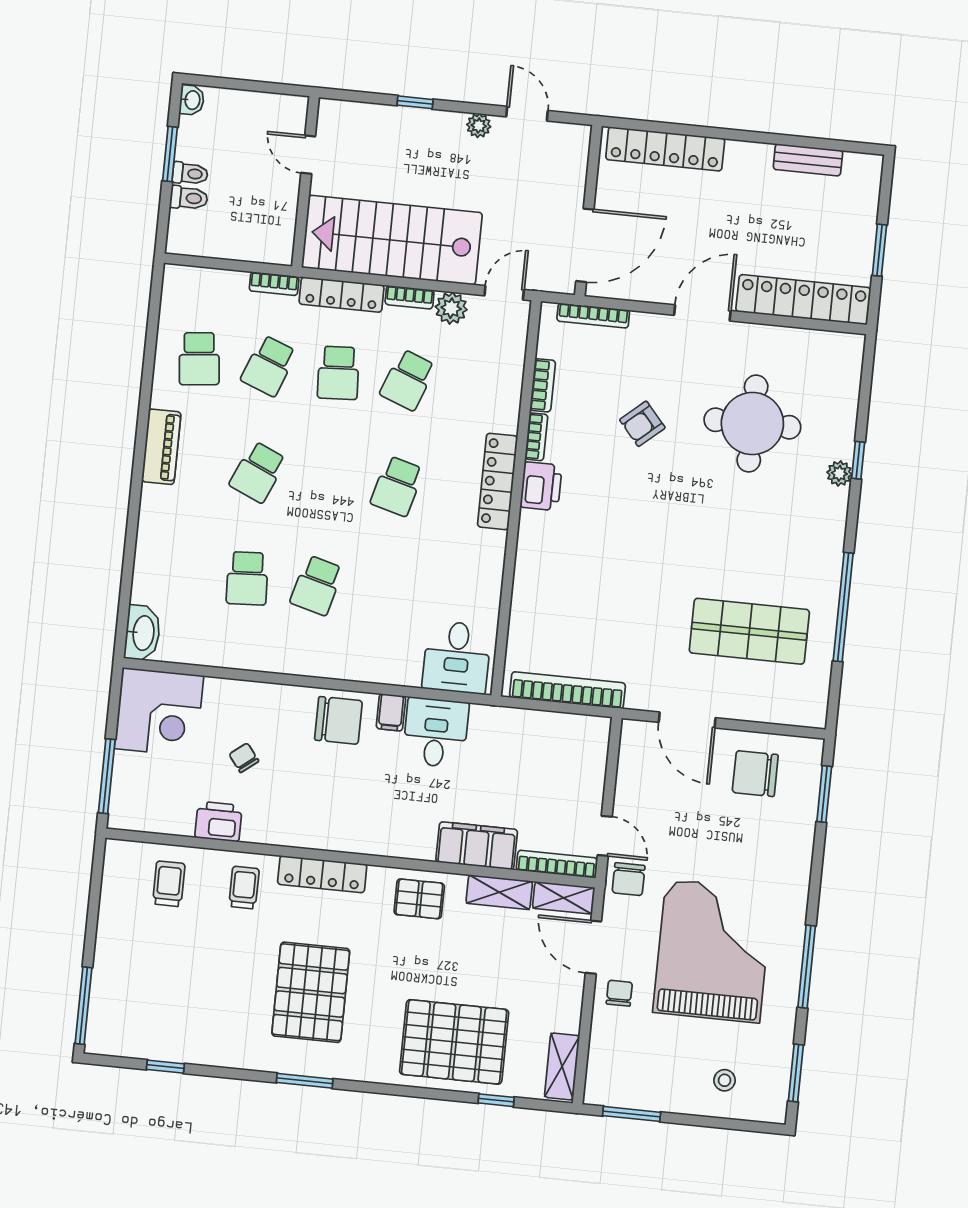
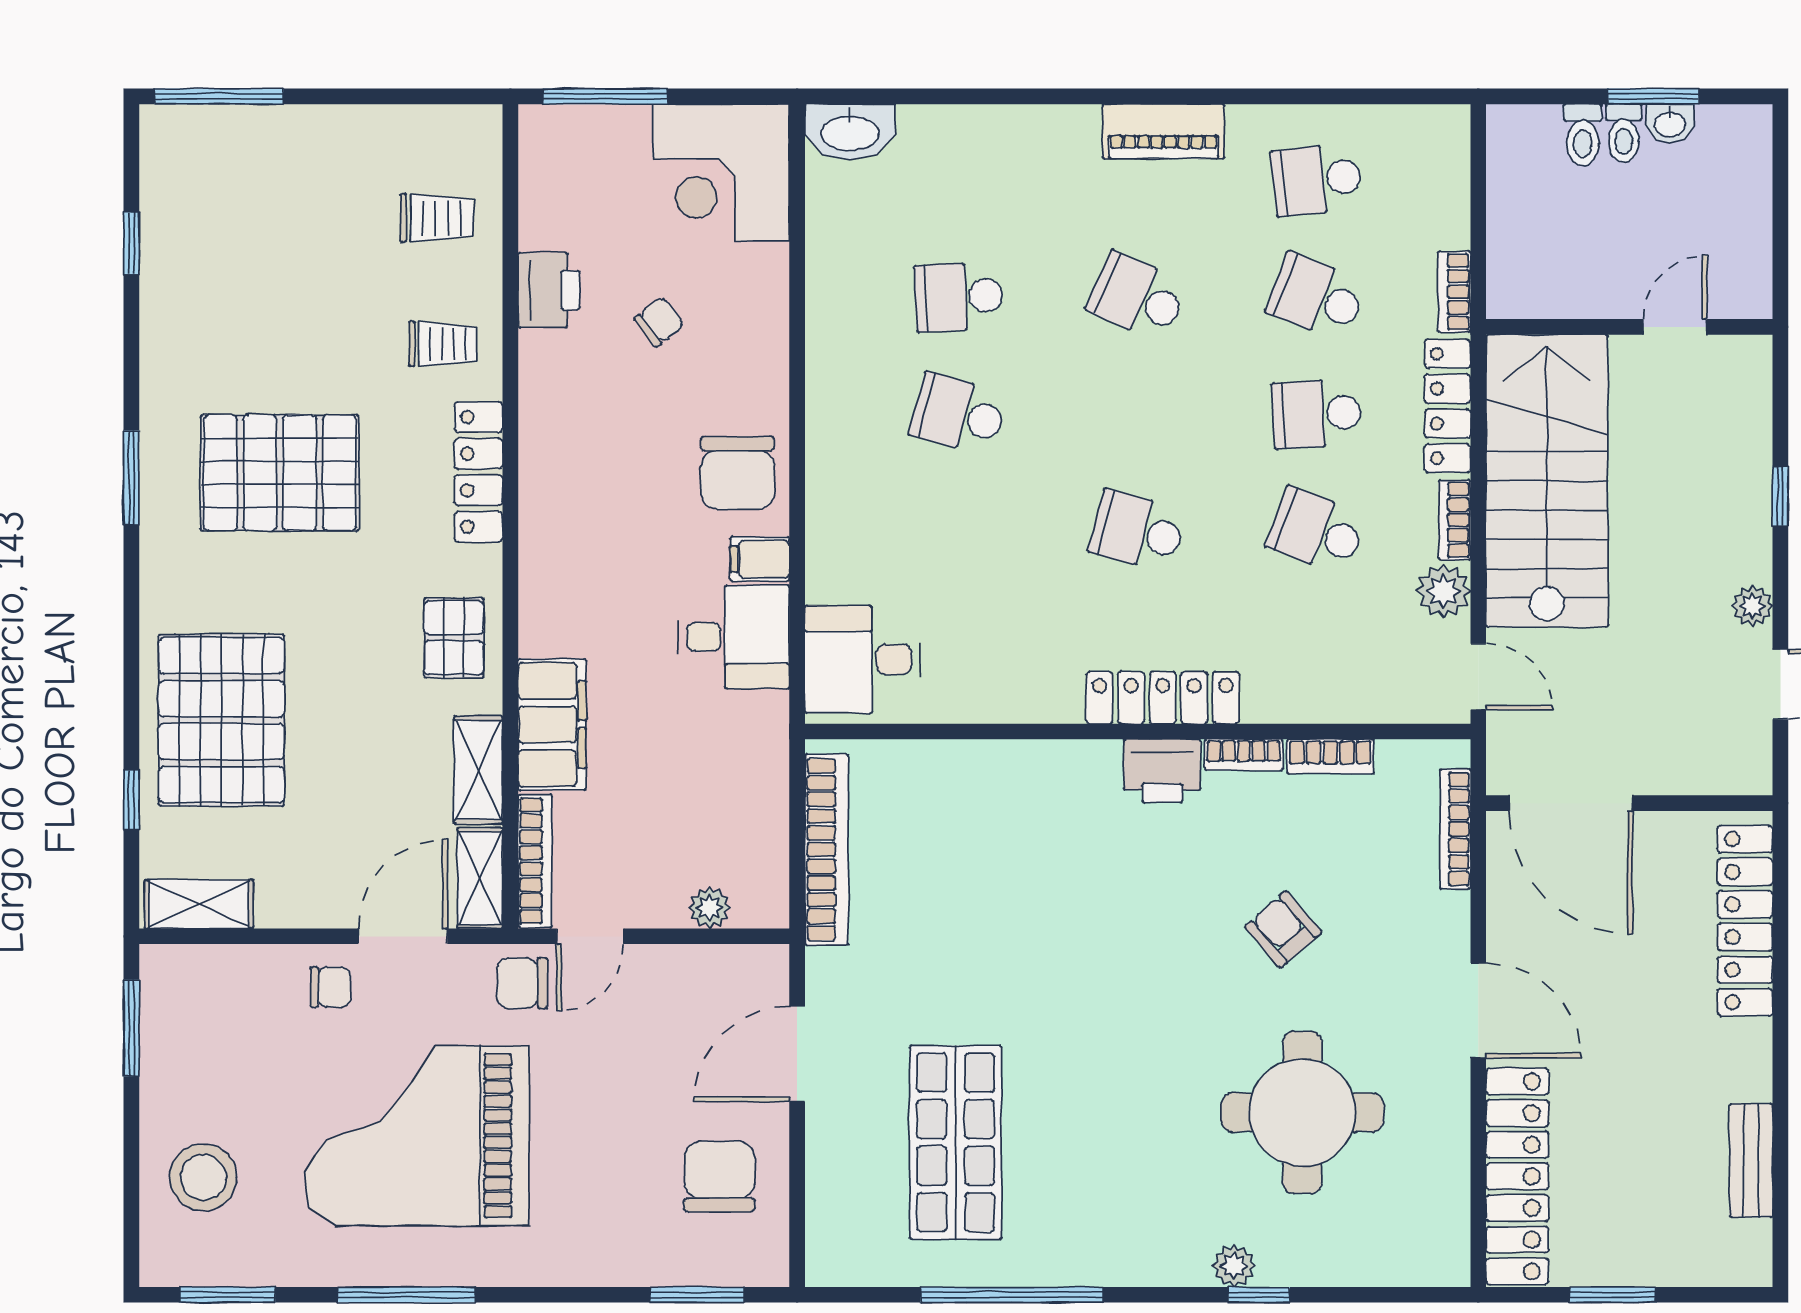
washbasin: (192, 100) -> (1670, 124), moved
plant: (595, 763) -> (710, 908), added
grand piano: (713, 951) -> (417, 1136), turned 180
stool: (725, 1080) -> (203, 1177), width x1.89, depth x1.89

